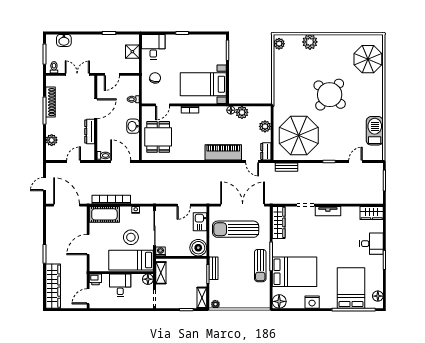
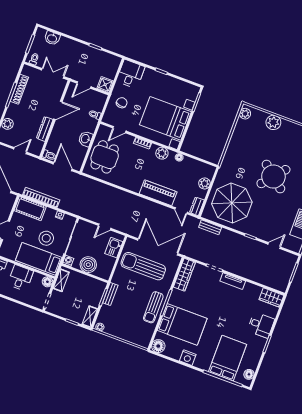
shower: (132, 52) -> (105, 85), moved
bed with nightstands: (203, 84) -> (165, 118), width x1.36
plant: (242, 112) -> (162, 153), moved
boiler: (198, 248) -> (88, 265), moved

